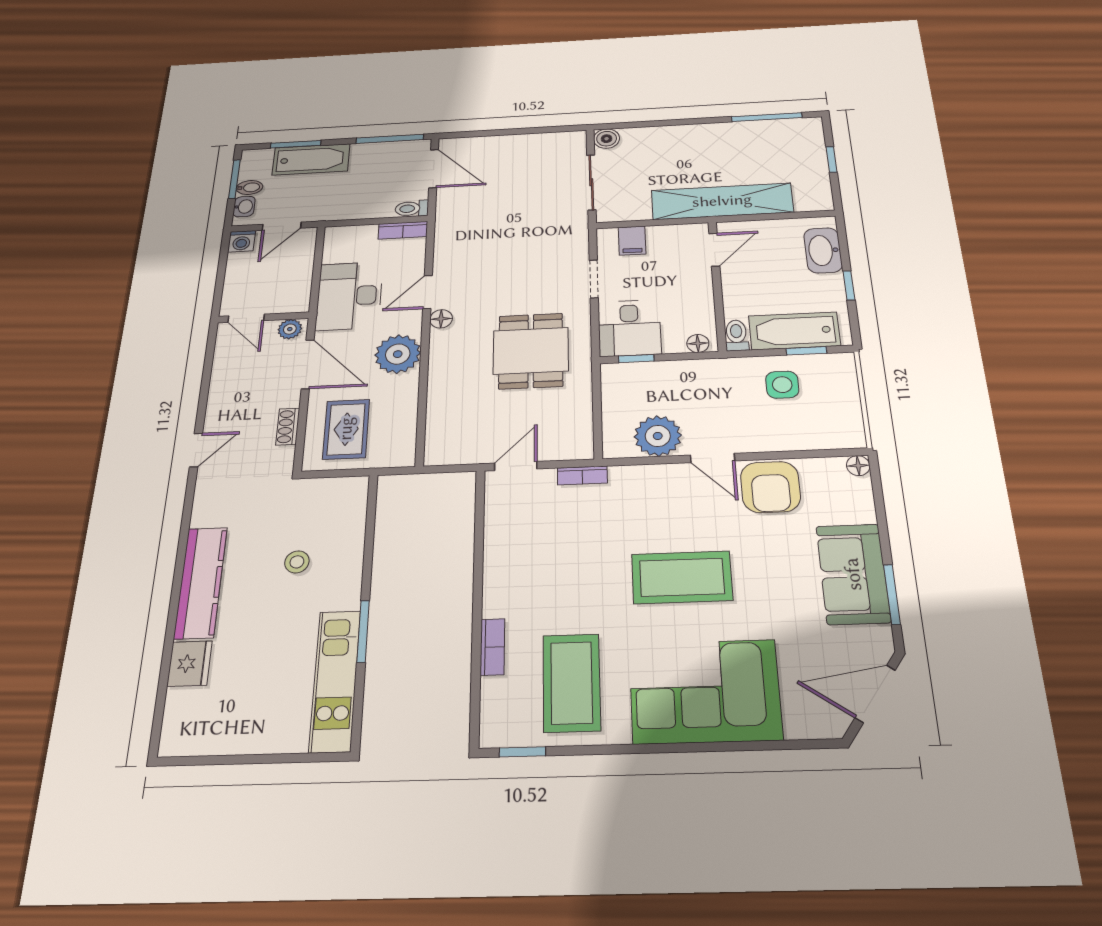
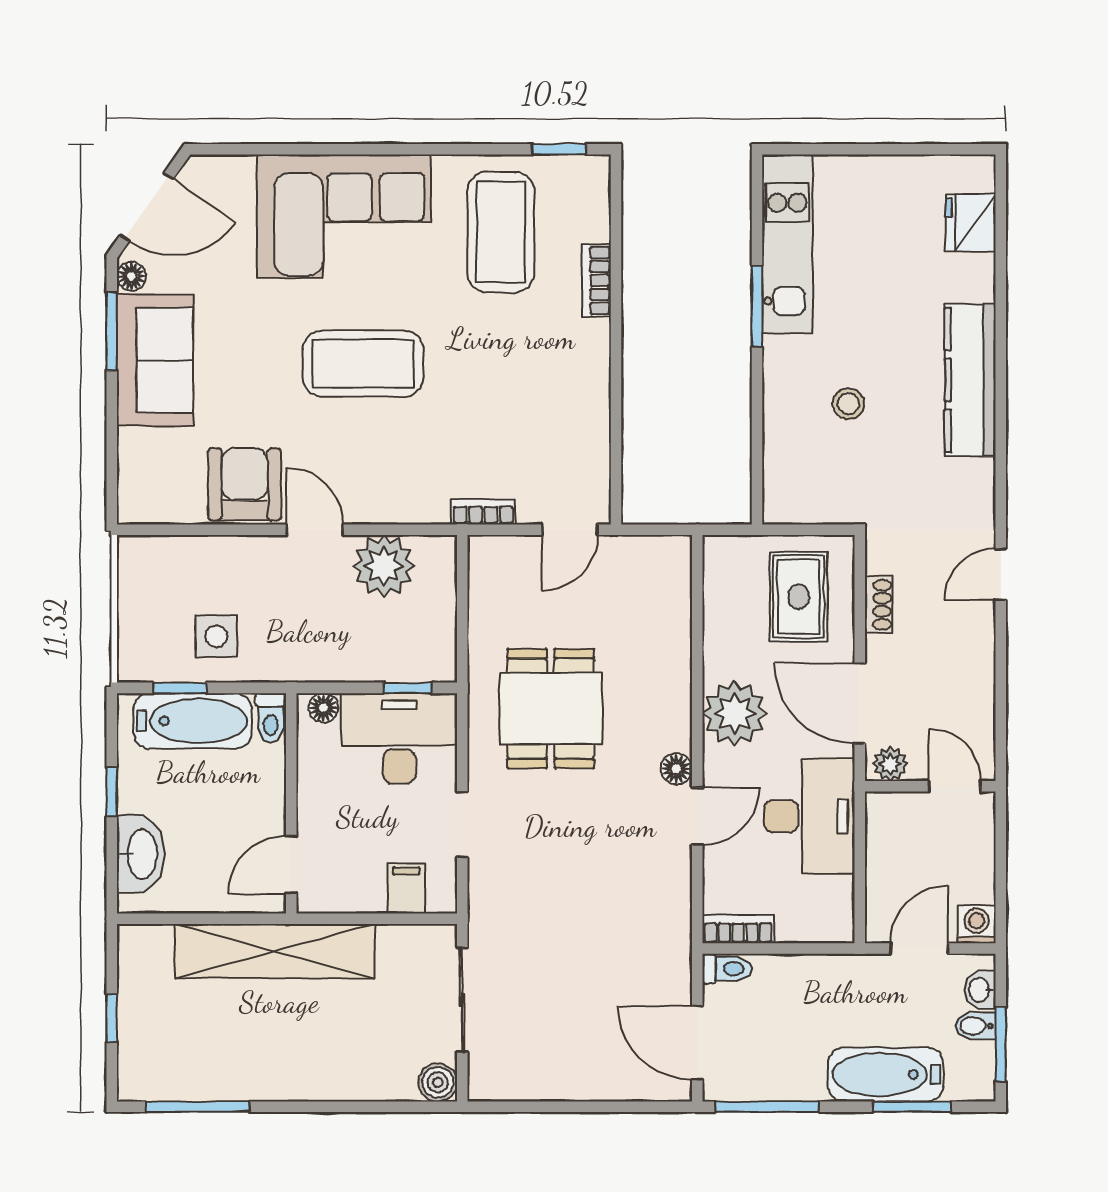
desk: (629, 328) -> (399, 738), width x1.37
floor lamp: (858, 466) -> (131, 276), moved
fridge: (190, 664) -> (971, 223), moved

